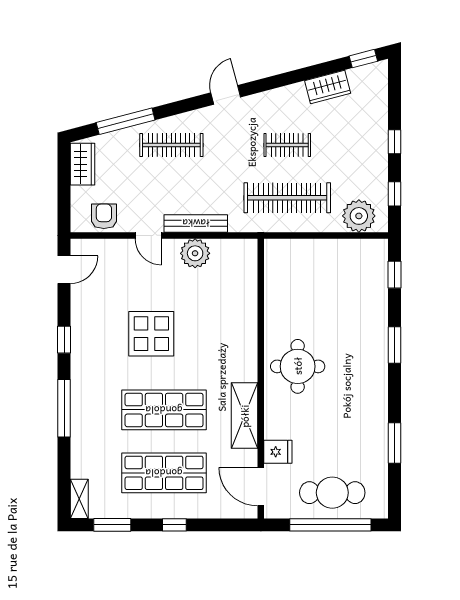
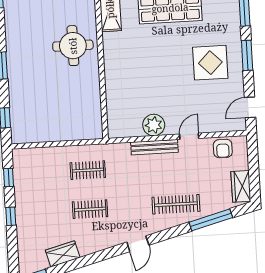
clothes rail: (287, 198) -> (88, 170), width x0.54, depth x0.76
plant: (359, 216) -> (34, 160), removed
door: (148, 235) -> (189, 136), hinge flipped
display table: (151, 334) -> (210, 63), moved
window: (64, 340) -> (247, 55), width x1.50

